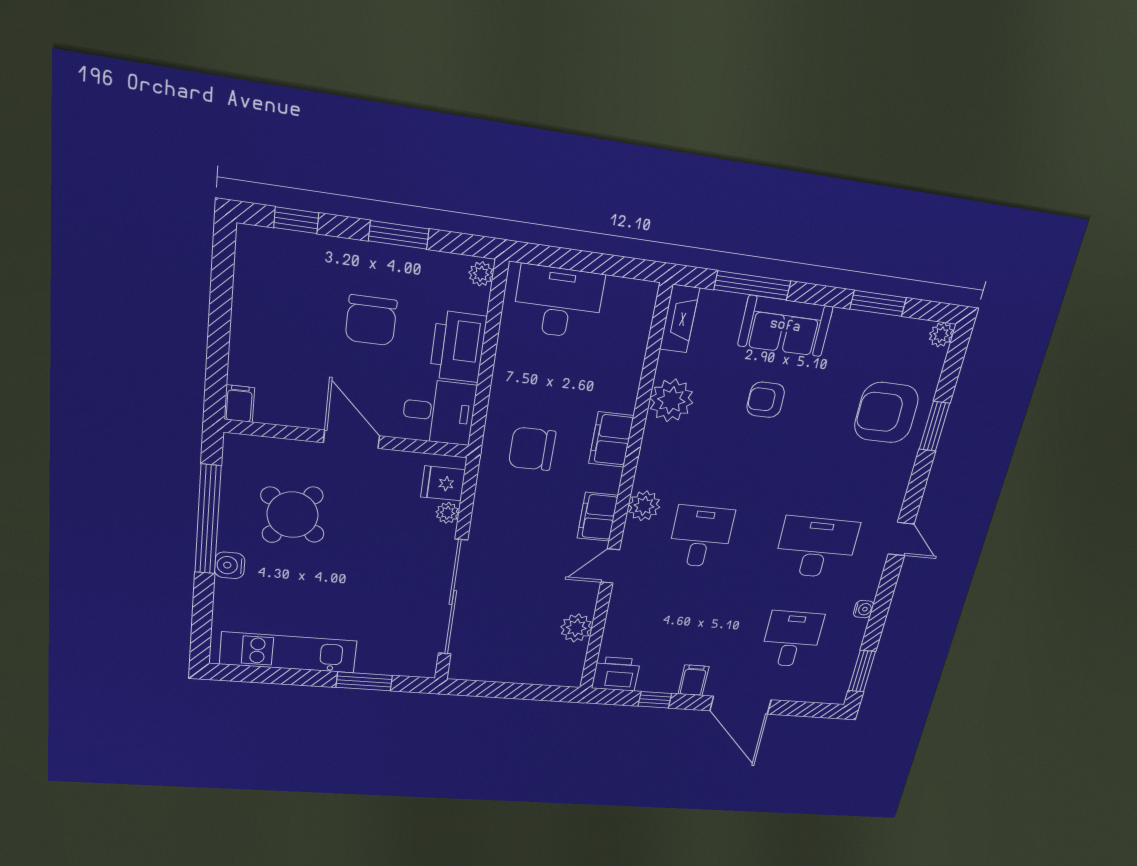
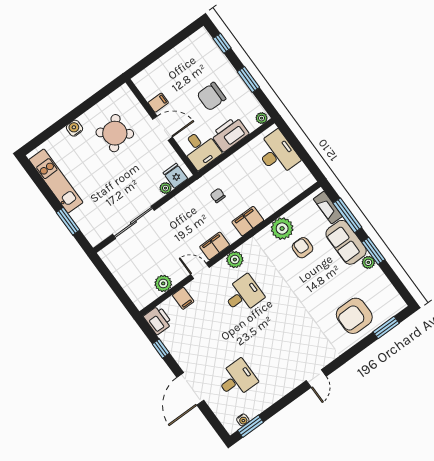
window: (878, 303) -> (373, 251), moved
fireplace: (679, 319) -> (328, 208), moved, turned 90
plant: (941, 335) -> (368, 262), moved
armchair: (766, 400) -> (302, 248), moved
filing cabinet: (239, 404) -> (158, 103), moved
armchair: (886, 413) -> (354, 316), turned -90
window: (934, 426) -> (386, 328), moved
door: (352, 439) -> (163, 128), hinge flipped
chair: (532, 449) -> (218, 196), width x0.54, depth x0.54
window: (208, 520) -> (86, 105), removed
desk: (816, 547) -> (281, 347), removed
sliding door: (453, 598) -> (133, 222), width x0.73
water cooler: (864, 609) -> (243, 420), moved
filing cabinet: (693, 680) -> (183, 298), moved, turned 90

